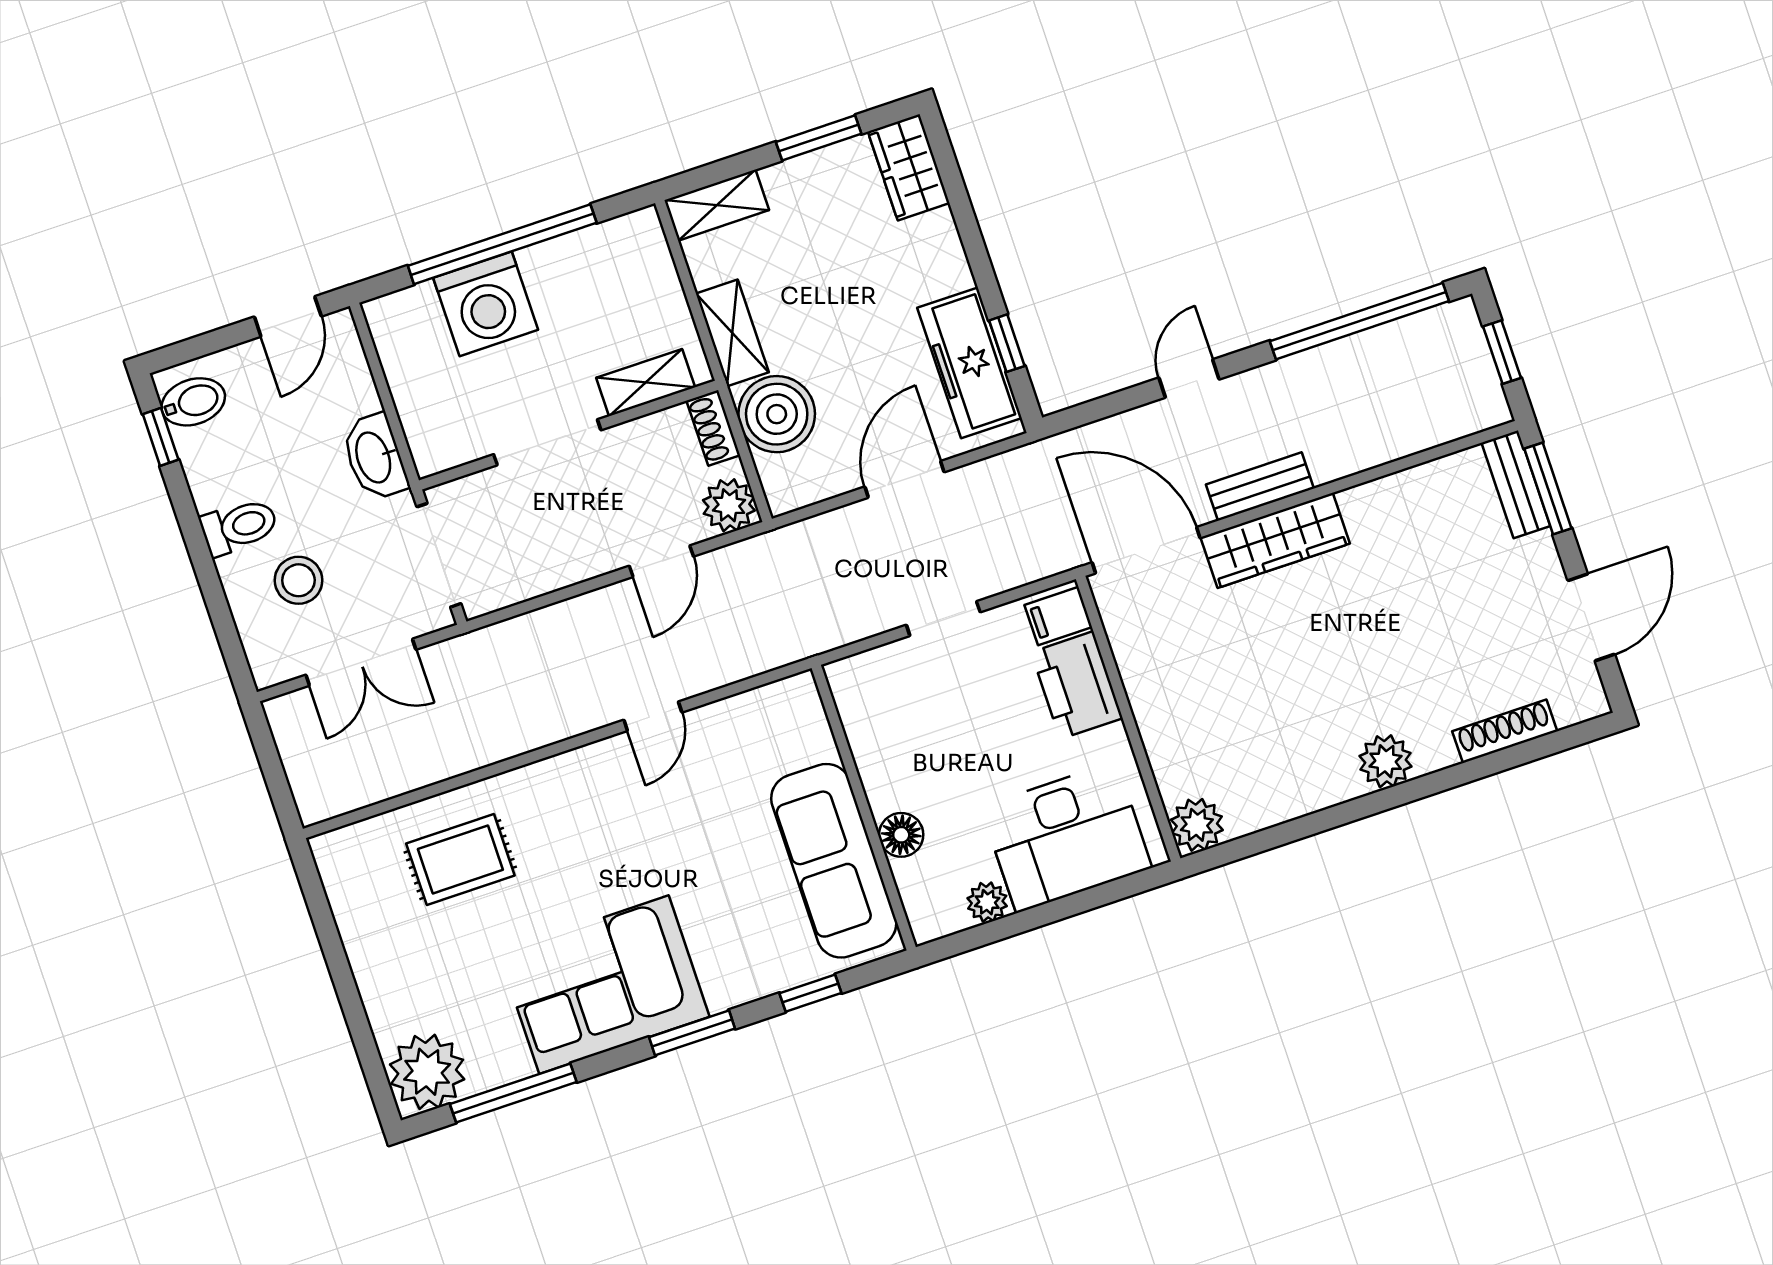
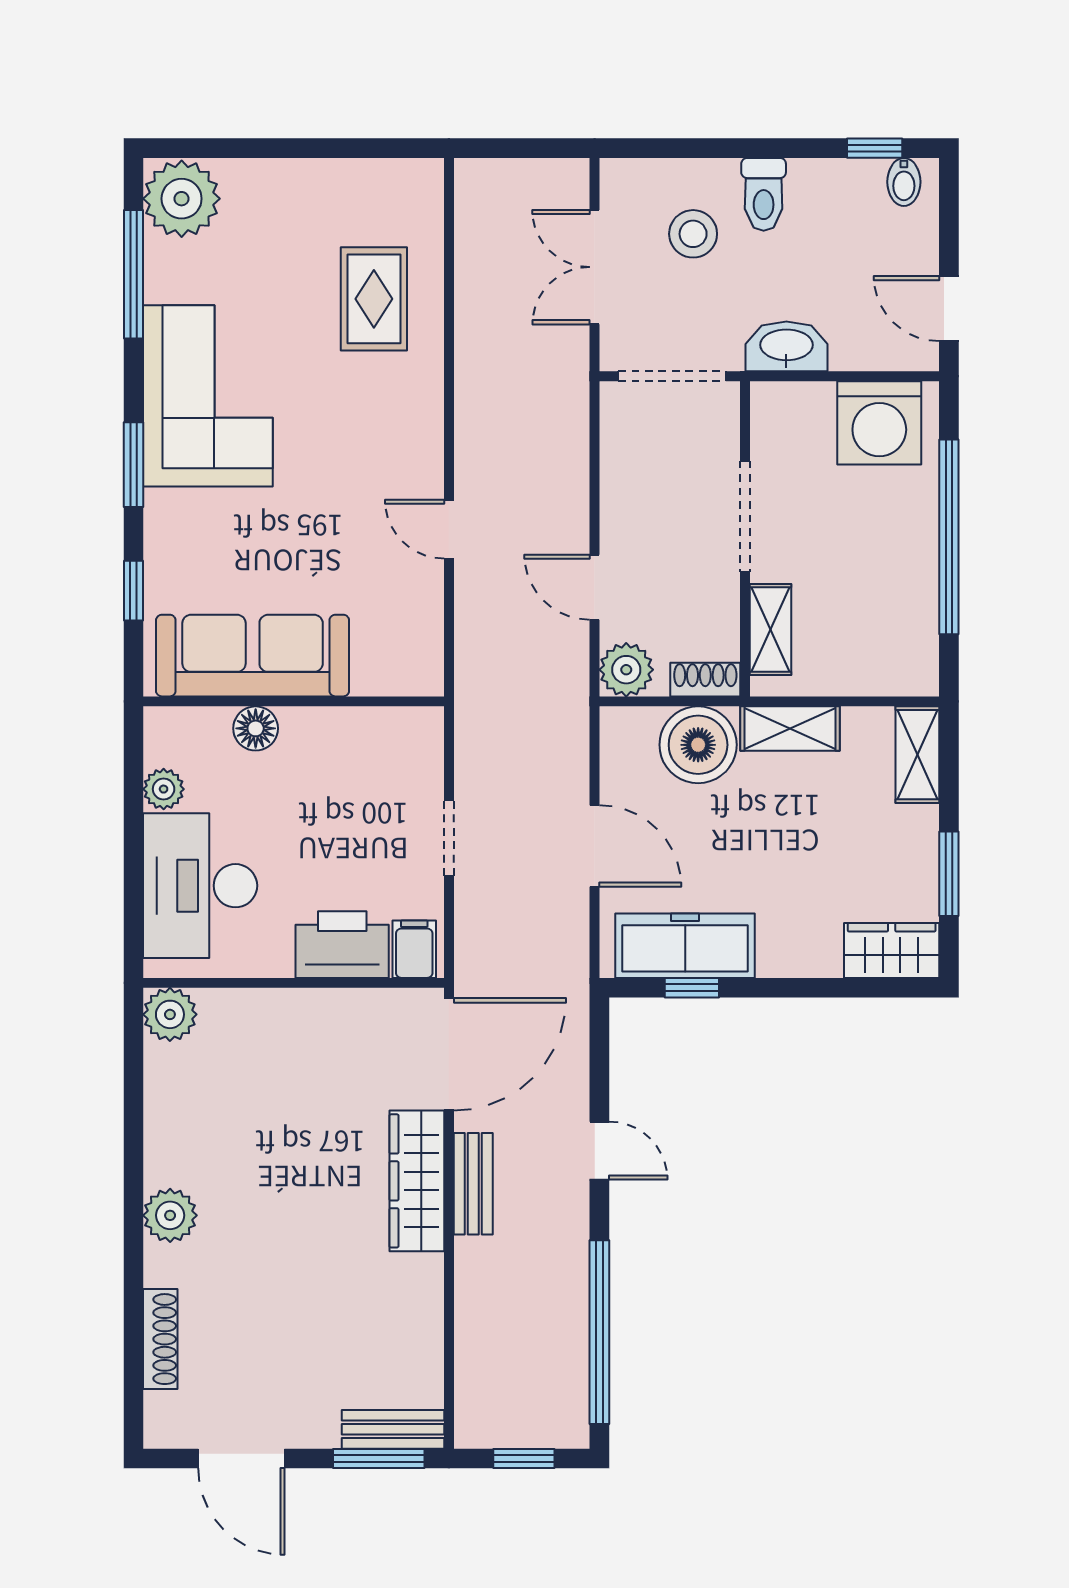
washing machine: (486, 304) -> (879, 423), moved, turned -90
bidet: (193, 402) -> (904, 182), width x0.72, depth x0.74

